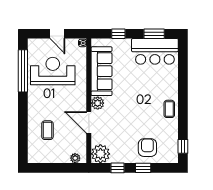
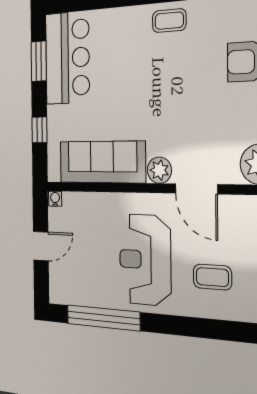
reception desk: (53, 71) -> (145, 260), moved
door: (89, 122) -> (196, 189), hinge flipped

